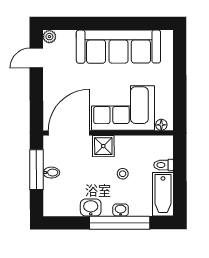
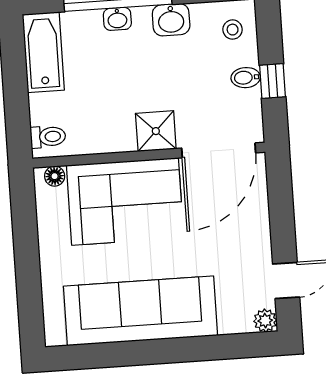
toilet: (164, 165) -> (48, 137), moved
window: (37, 170) -> (273, 81), width x0.46
stool: (123, 174) -> (233, 30), moved

